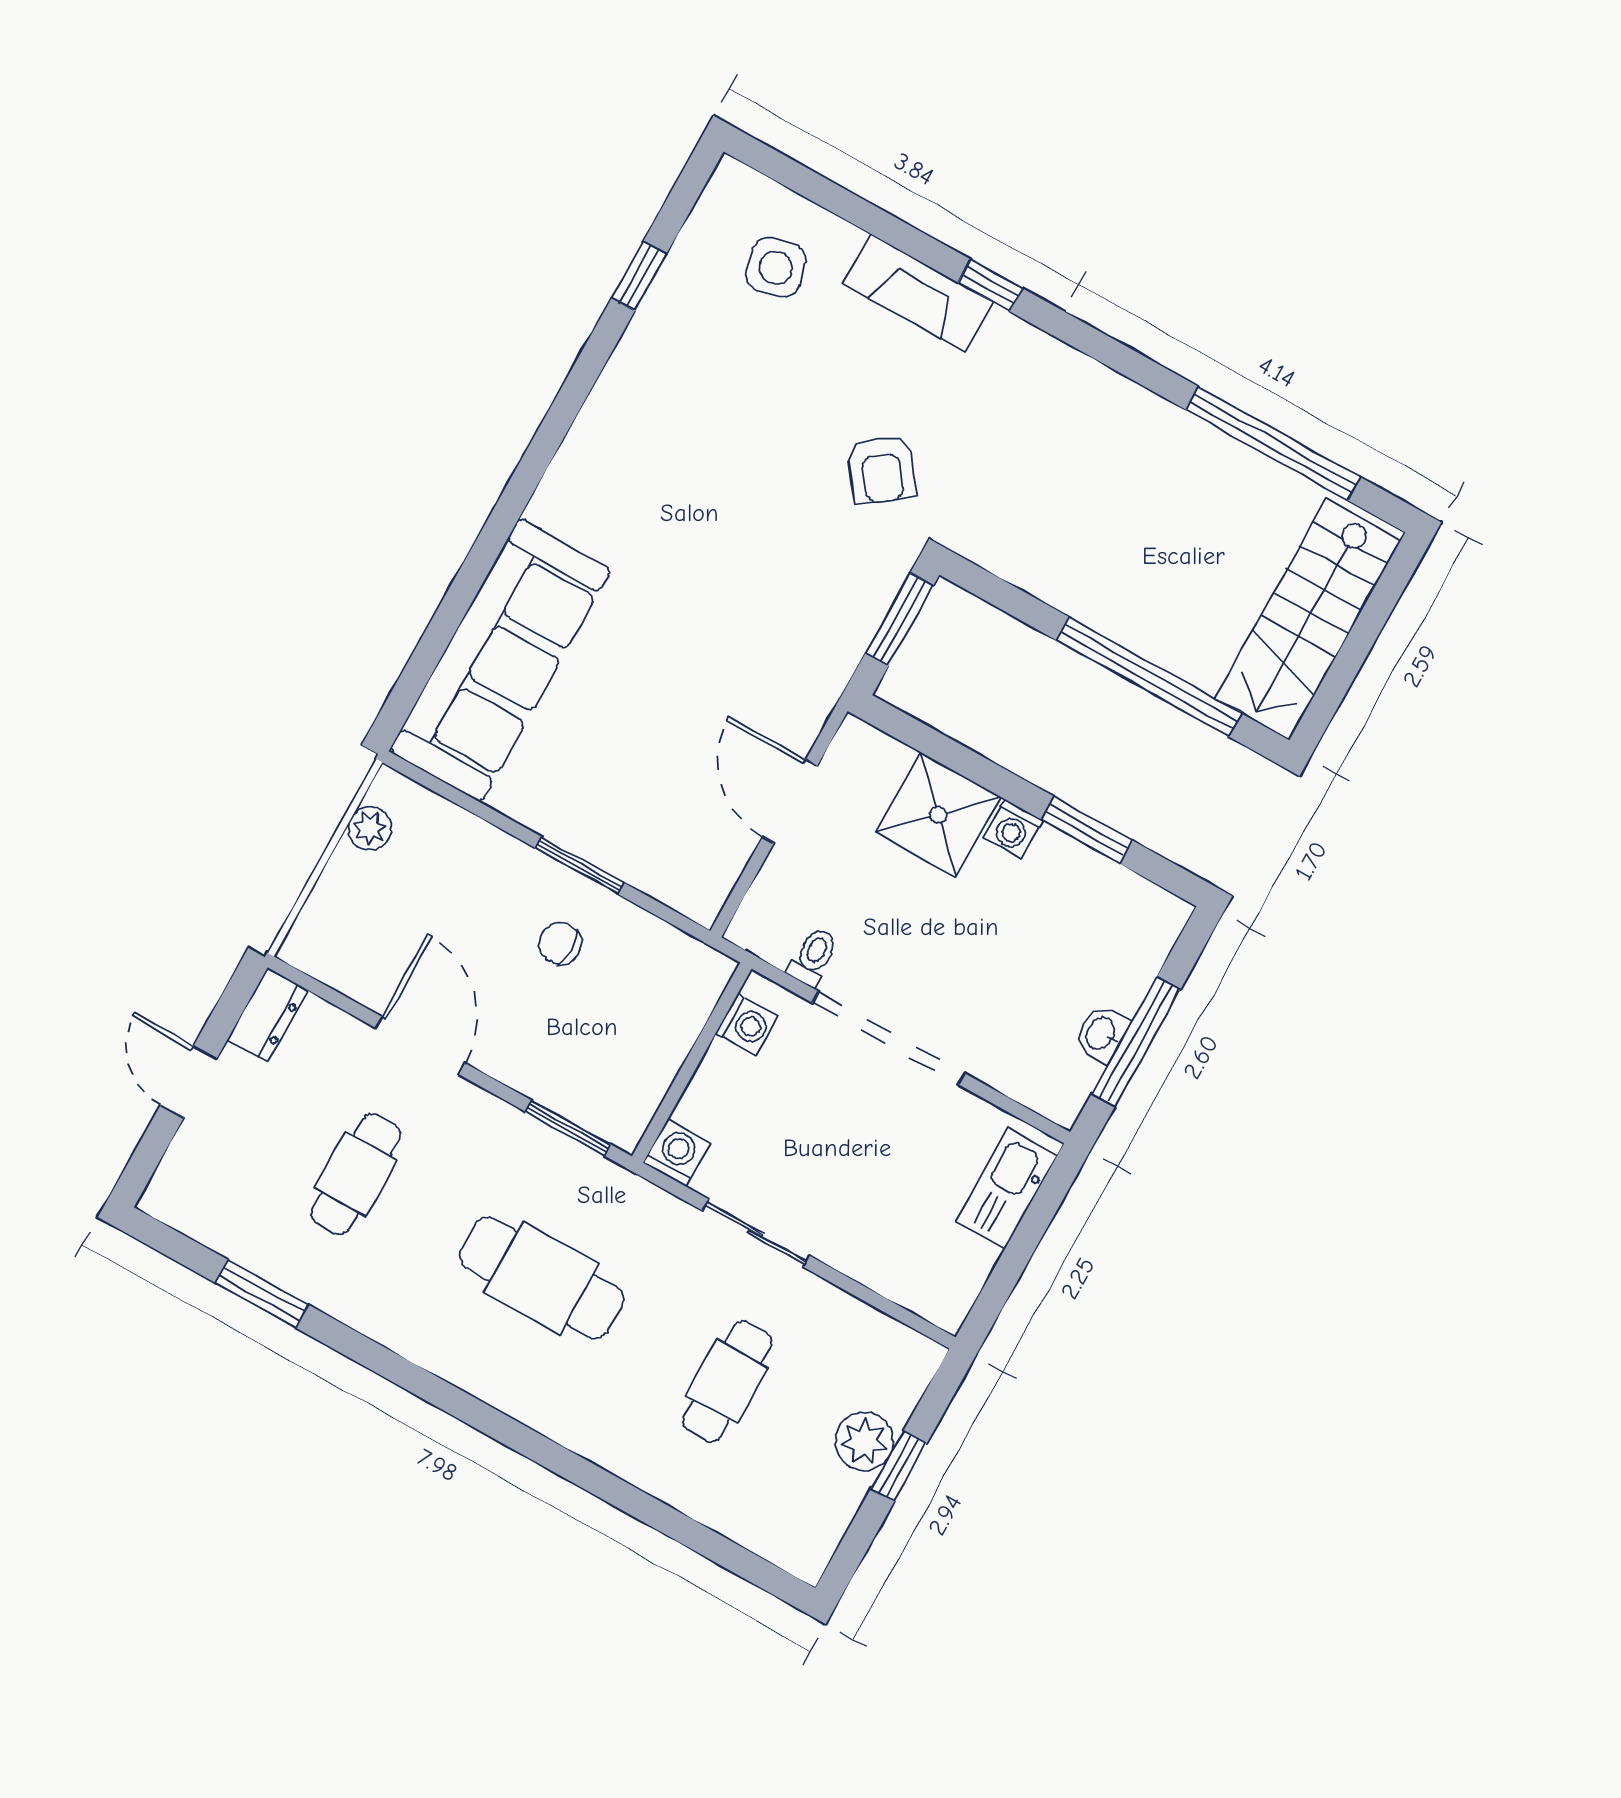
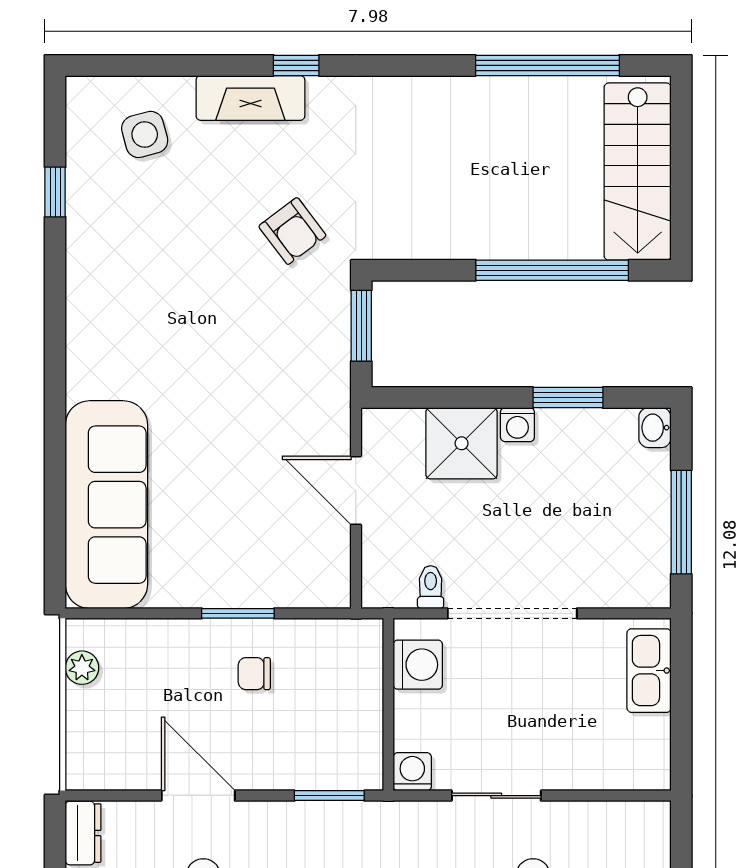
washing machine: (747, 1024) -> (418, 665), width x1.38, depth x1.38
washbasin: (1102, 1034) -> (655, 428), moved

